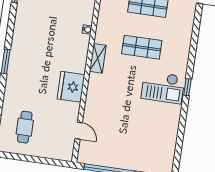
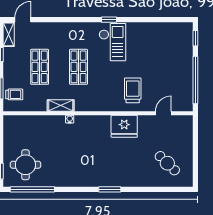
shelving: (98, 58) -> (61, 106), moved
trolley: (108, 101) -> (133, 90), added
cafe table: (25, 127) -> (167, 163), turned 44

